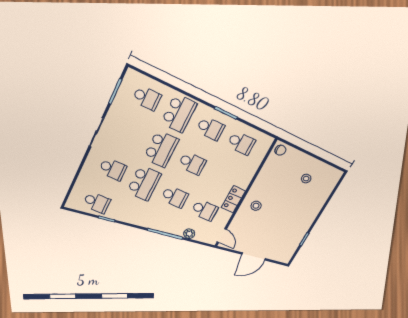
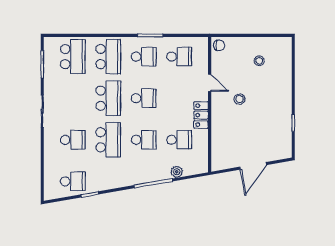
school desk: (147, 98) -> (73, 57), width x1.85
stool: (256, 206) -> (240, 99), moved
door: (222, 236) -> (210, 83), moved

